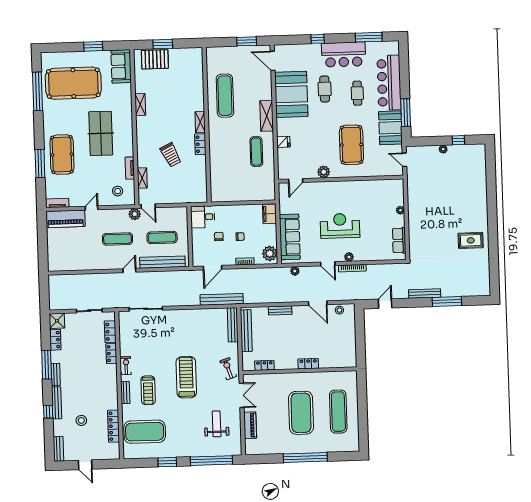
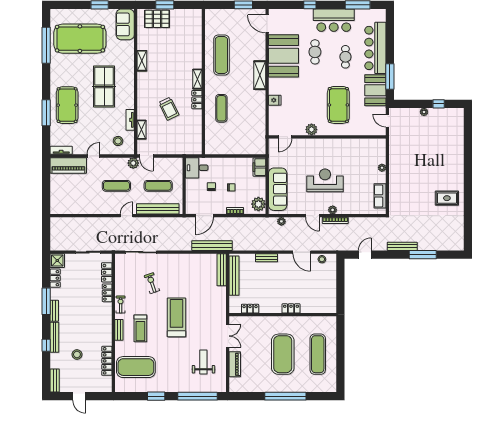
exercise mat: (256, 152) -> (221, 108), moved
exercise bike: (228, 369) -> (152, 283), moved

